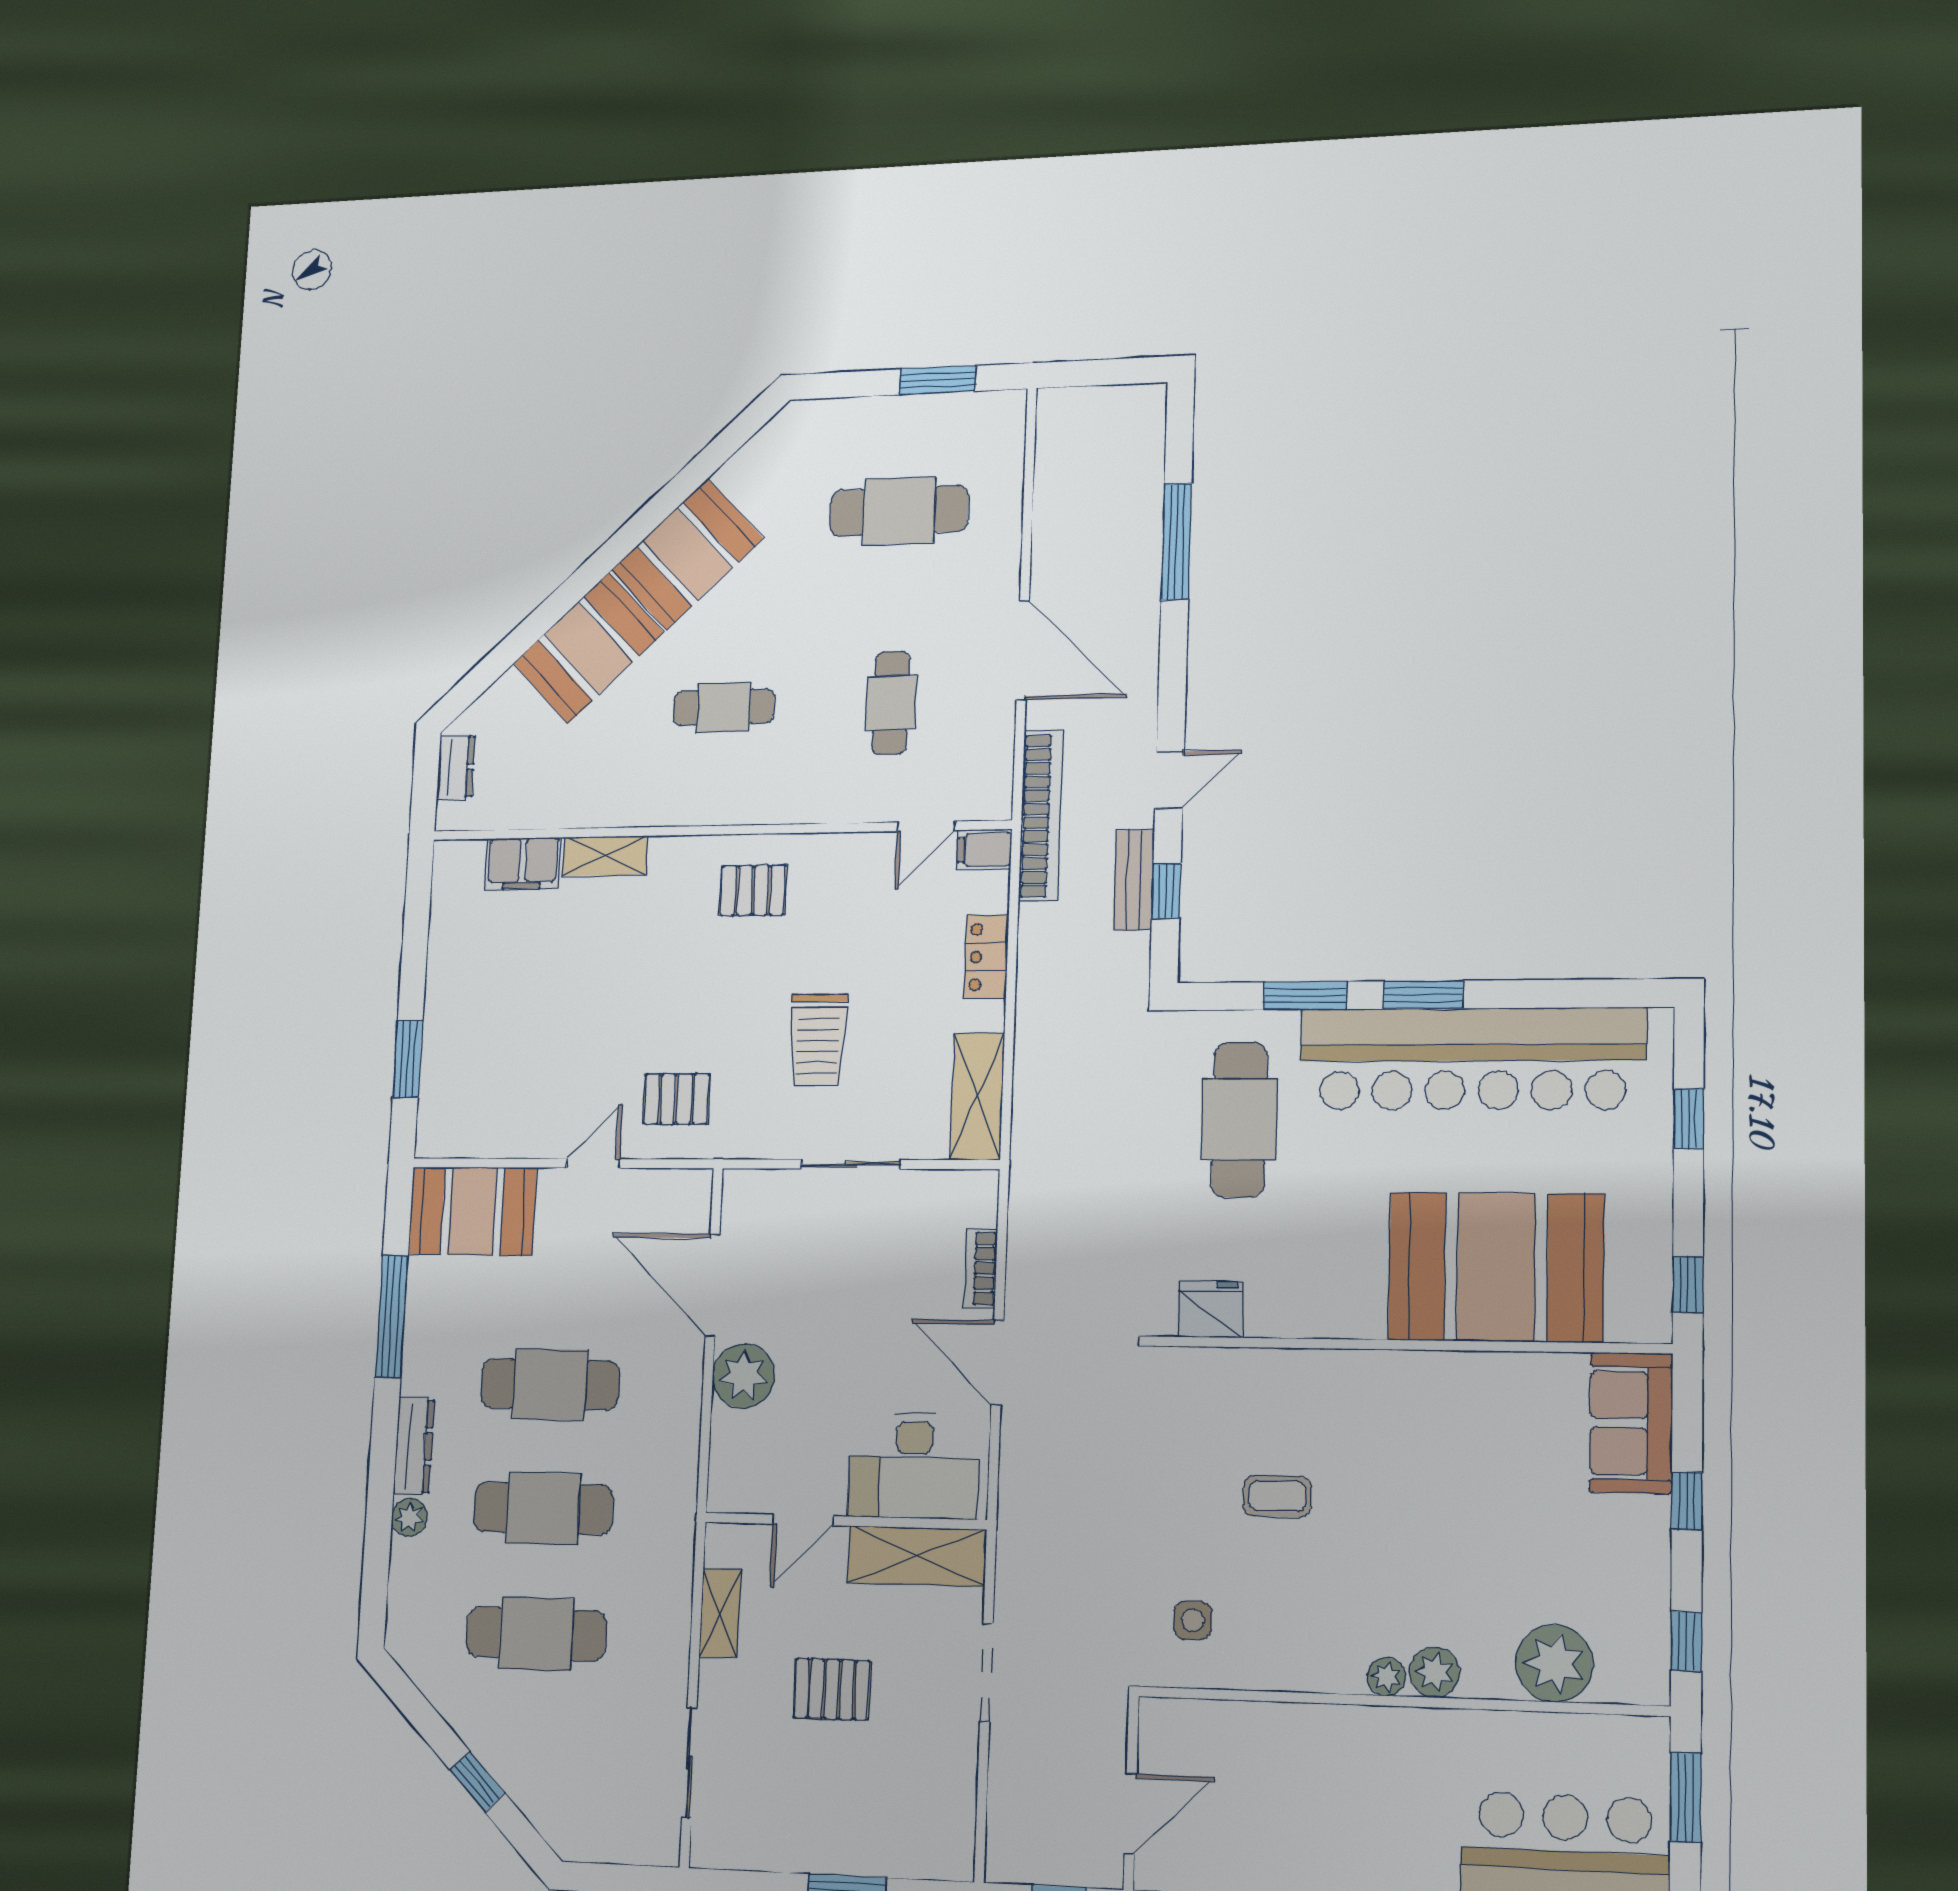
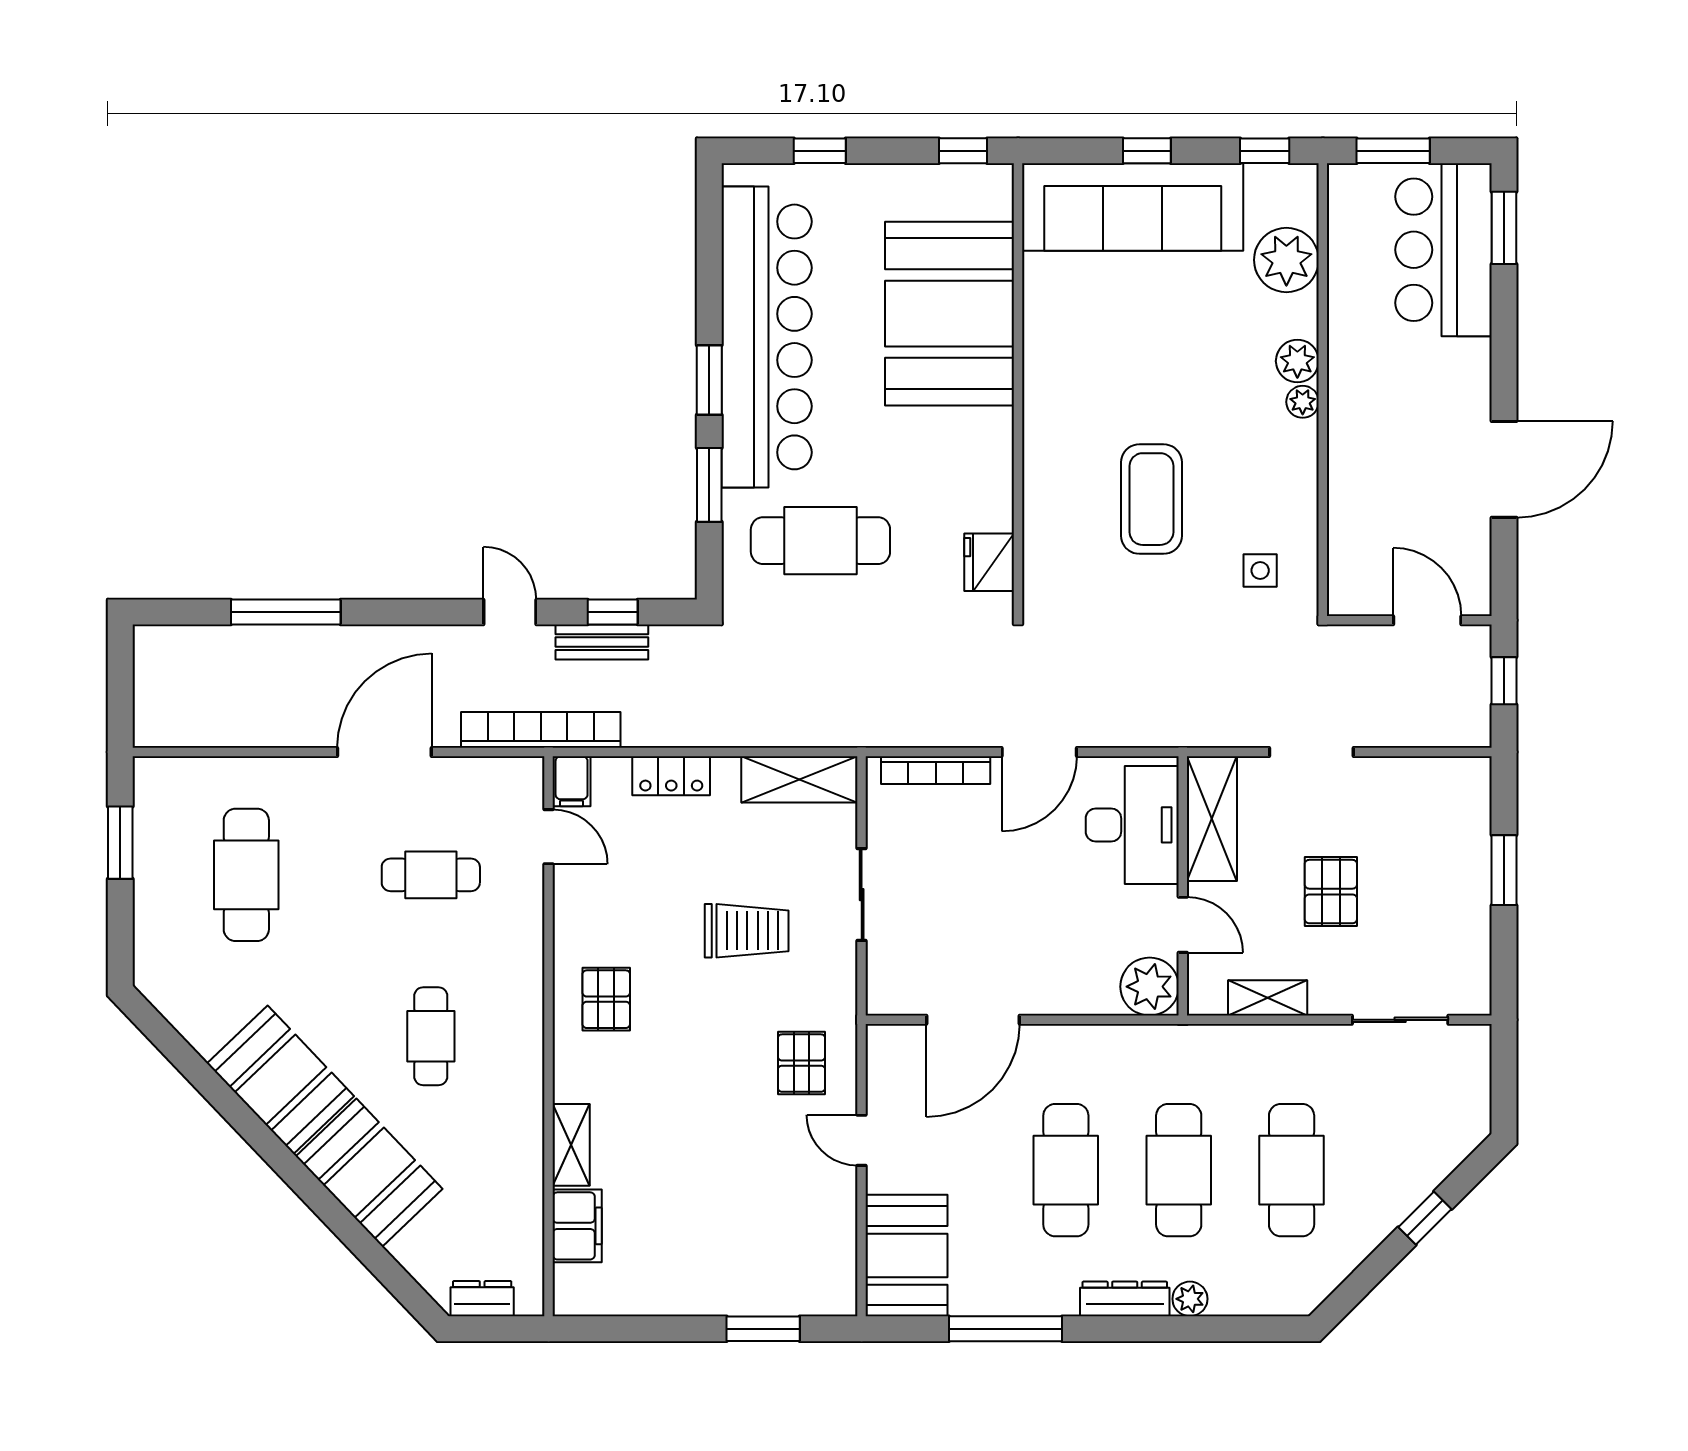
bookcase: (981, 1268) -> (936, 770), width x1.56
plant: (743, 1376) -> (1150, 987), moved
sofa: (1631, 1423) -> (1133, 207), width x1.85, depth x1.27
coffee table: (1277, 1496) -> (1151, 499), width x1.86, depth x1.72

